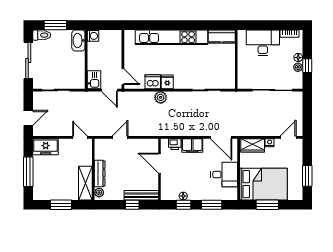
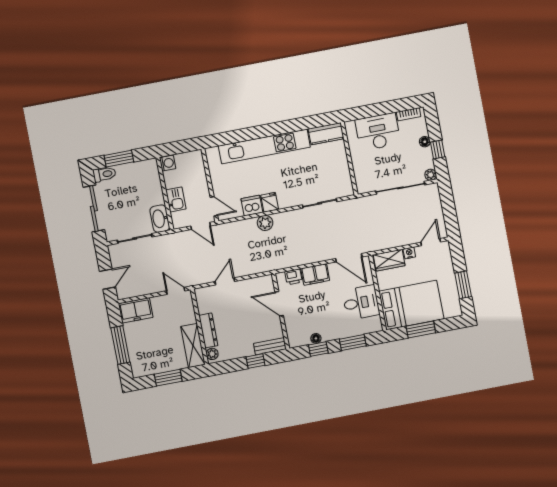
washbasin: (78, 40) -> (160, 219), moved
plant: (298, 67) -> (431, 175), moved
kitchen sink: (94, 80) -> (176, 199), moved
bench: (141, 195) -> (270, 346), width x0.73

